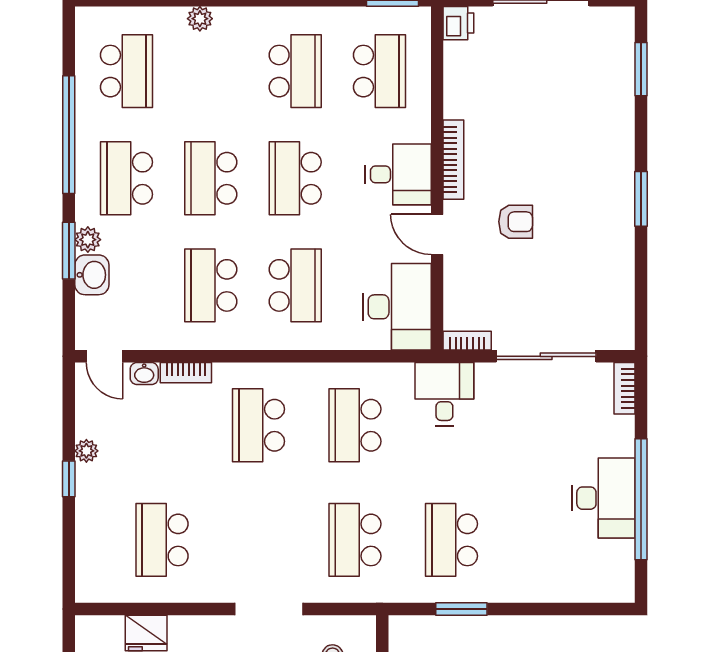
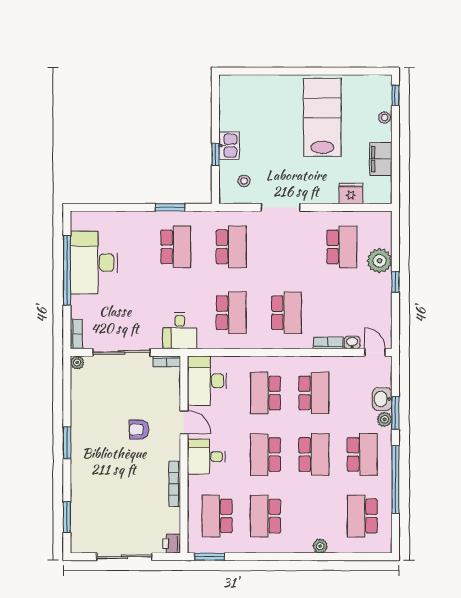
bookcase: (453, 160) -> (175, 484), moved
school desk: (295, 178) -> (265, 455), turned 180
plant: (623, 339) -> (77, 363), added
plant: (86, 451) -> (379, 261), moved, width x1.88, depth x1.88
desk: (603, 498) -> (94, 263), width x1.36, depth x1.30

